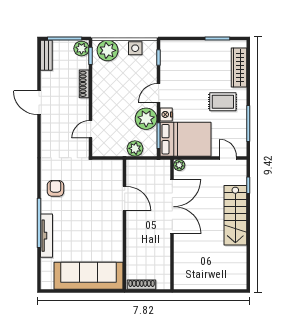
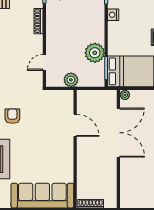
door: (159, 93) -> (106, 29), removed
nightstand: (166, 114) -> (113, 15), moved
plant: (135, 148) -> (71, 80), moved

